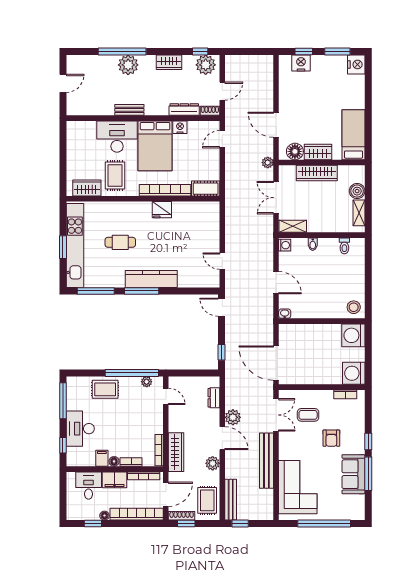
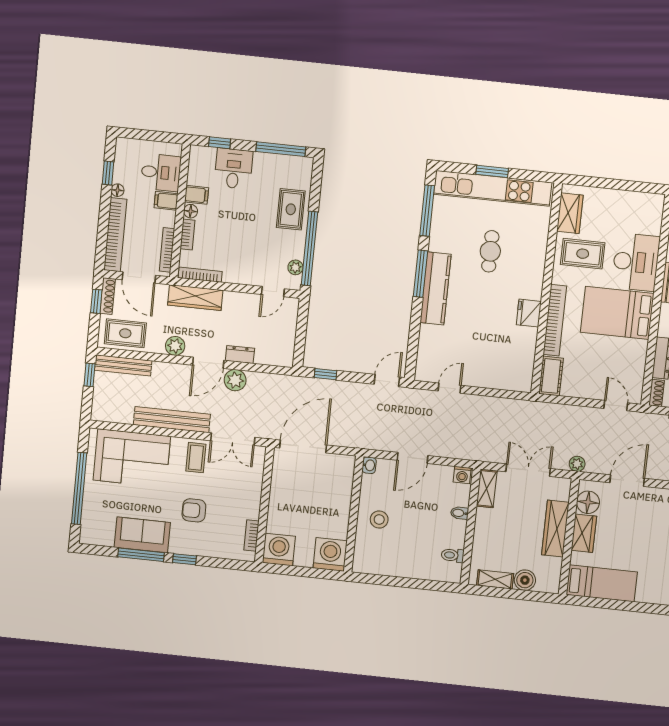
nightstand: (180, 127) -> (639, 350), removed
stool: (354, 307) -> (379, 519), moved
dresser: (214, 398) -> (240, 355), moved
coffee table: (308, 415) -> (196, 458), moved
desk: (80, 429) -> (233, 168), width x0.73
filing cabinet: (115, 480) -> (166, 201), width x0.50

